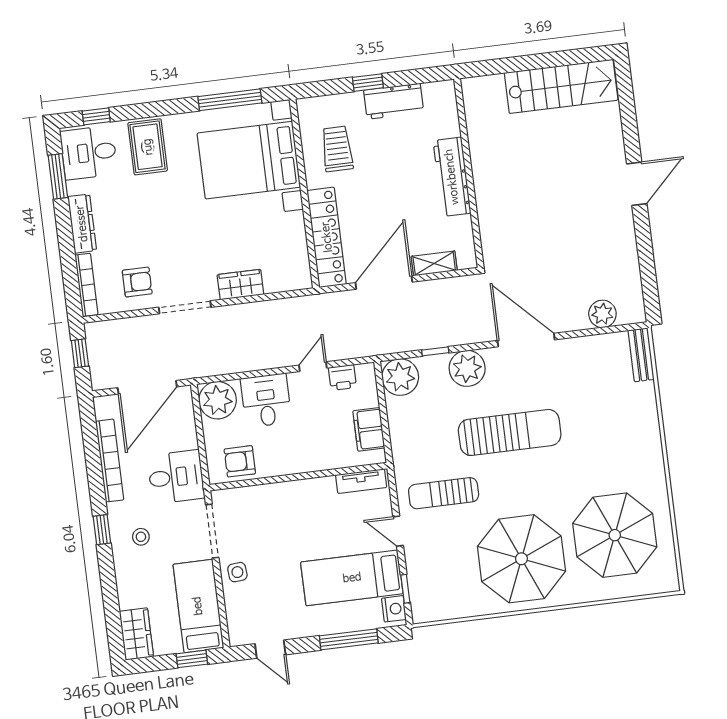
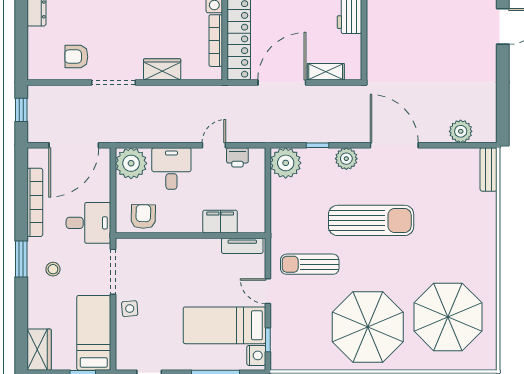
armchair: (137, 282) -> (76, 57), turned 180
bookcase: (86, 285) -> (216, 41), moved, turned 180
plant: (467, 368) -> (346, 159), width x0.73, depth x0.73
filing cabinet: (369, 429) -> (220, 222), moved, turned 90
armchair: (240, 461) -> (143, 217), turned 91
window: (102, 530) -> (21, 259), width x1.50

